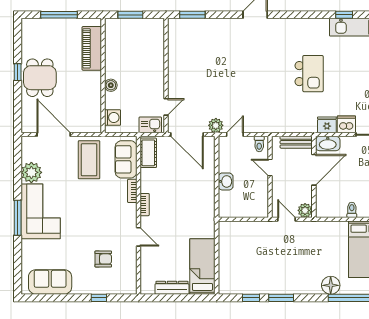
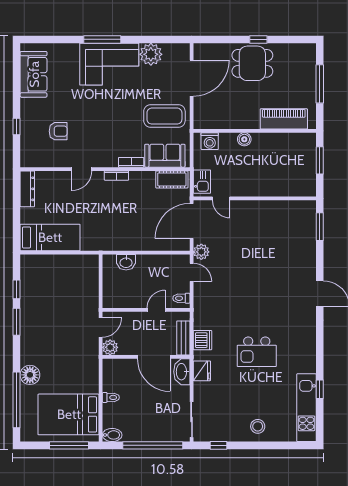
dishwasher: (346, 124) -> (202, 340), moved
washbasin: (226, 181) -> (126, 262), moved
armchair: (103, 259) -> (58, 131), turned -90
dresser: (172, 288) -> (27, 189), moved

